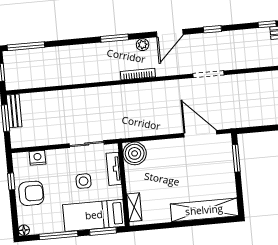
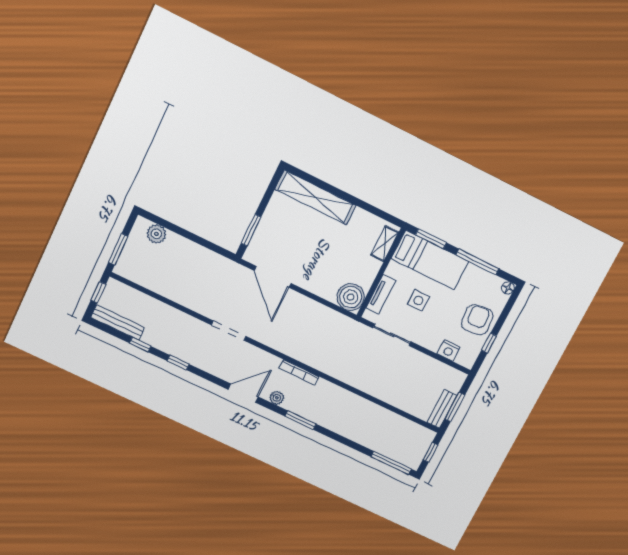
window: (212, 29) -> (178, 363), moved
armchair: (31, 193) -> (477, 320), turned 84

